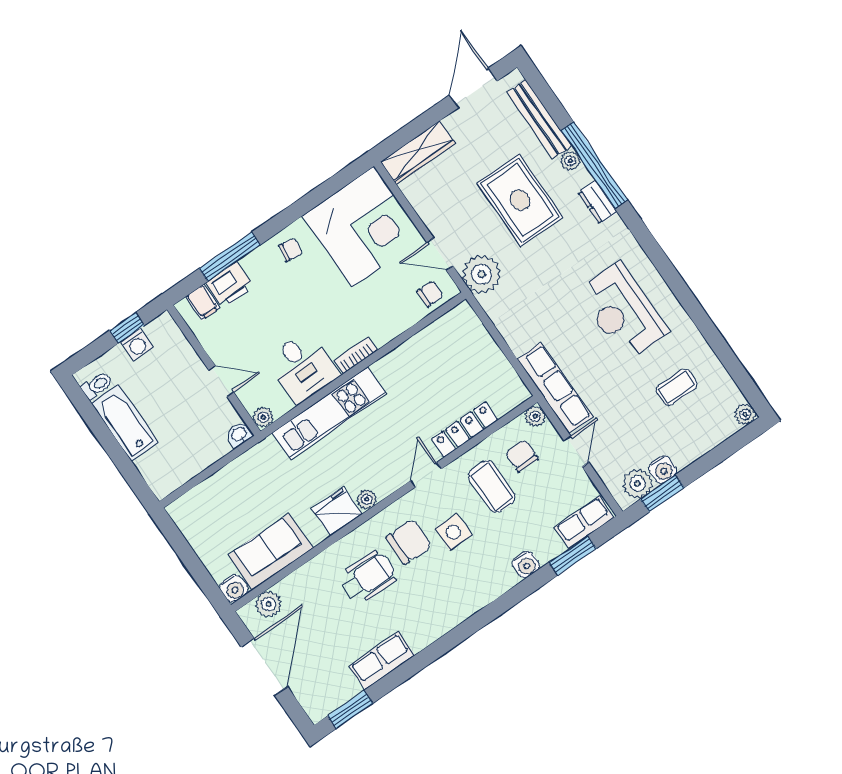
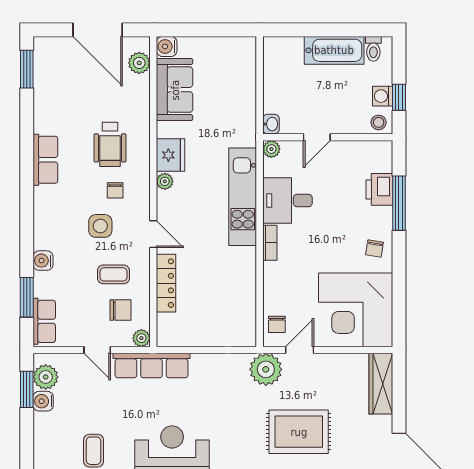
filing cabinet: (203, 302) -> (380, 162), removed
stool: (165, 331) -> (379, 122), added
coffee table: (492, 487) -> (113, 274), width x0.73, depth x0.77
chair: (409, 542) -> (115, 190), width x0.54, depth x0.54
row of seats: (382, 661) -> (45, 160), moved

